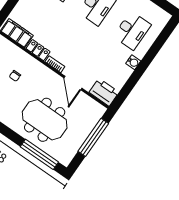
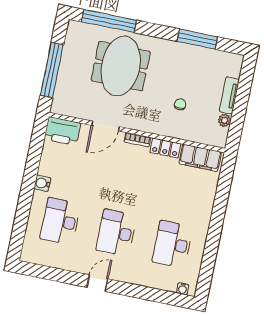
door: (73, 83) -> (105, 126), swing flipped
meeting table: (45, 120) -> (121, 66), turned 90

